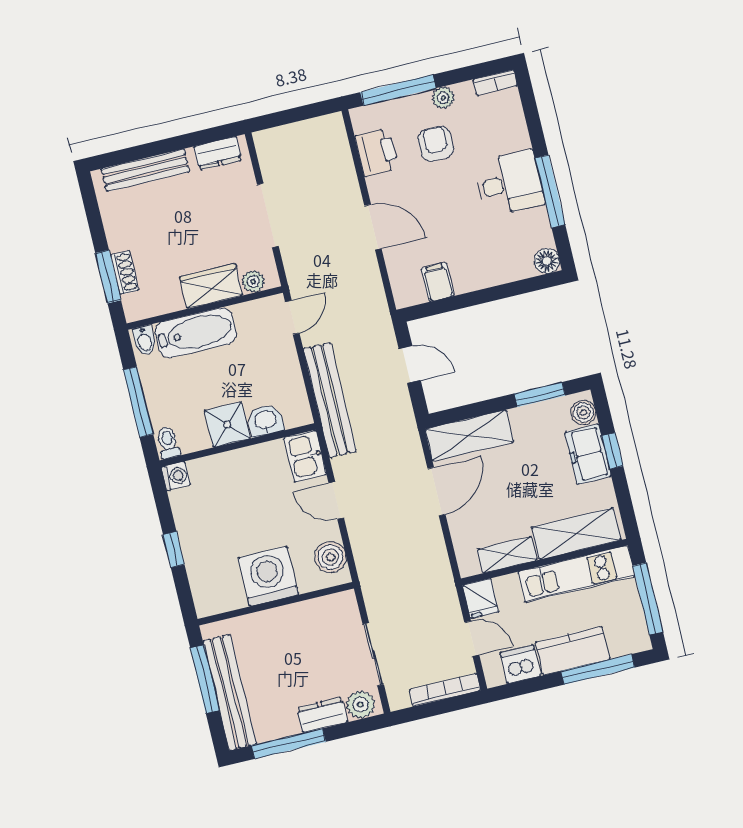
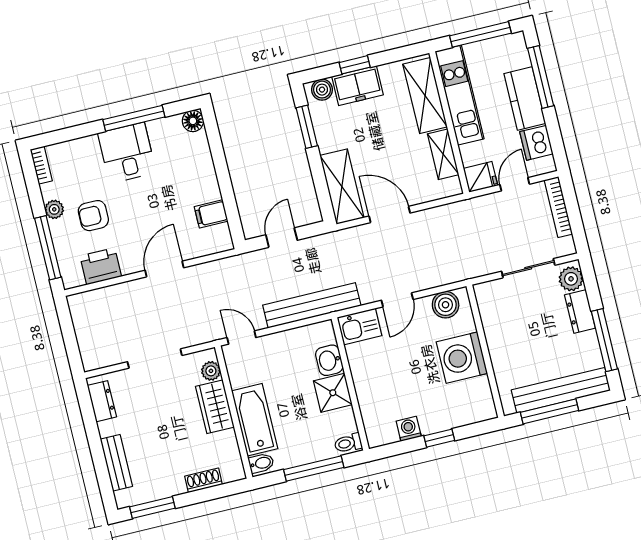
bench: (145, 170) -> (116, 463), width x0.73
window: (108, 277) -> (152, 508), moved
washing machine: (176, 476) -> (409, 429), moved

